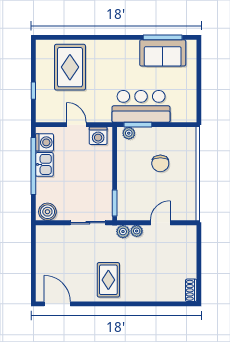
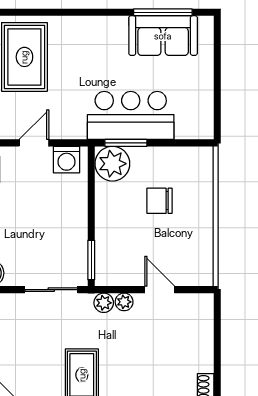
door: (76, 125) -> (34, 143), hinge flipped
plant: (129, 133) -> (112, 164), width x1.87, depth x1.87
chair: (160, 163) -> (160, 201), turned 90
door: (160, 223) -> (160, 290), hinge flipped

